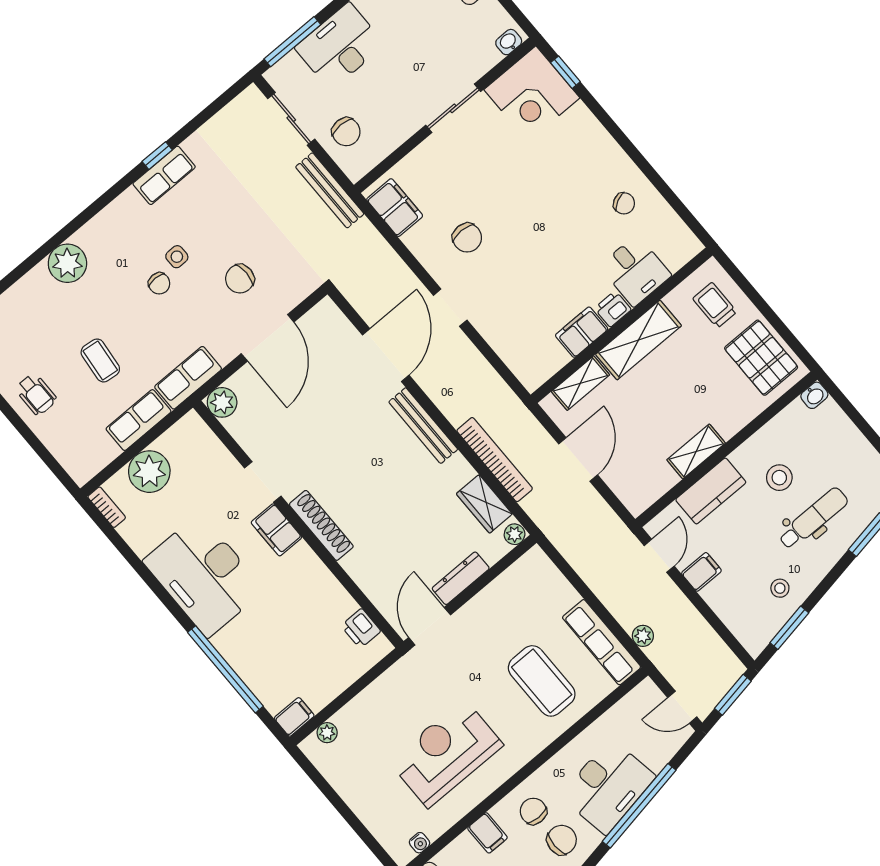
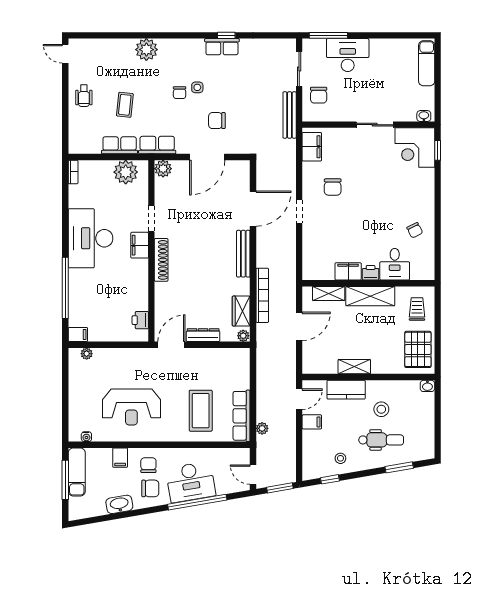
plant: (149, 472) -> (126, 172), moved
window: (789, 628) -> (330, 479), width x0.67
reception desk: (446, 753) -> (131, 407), turned 180

